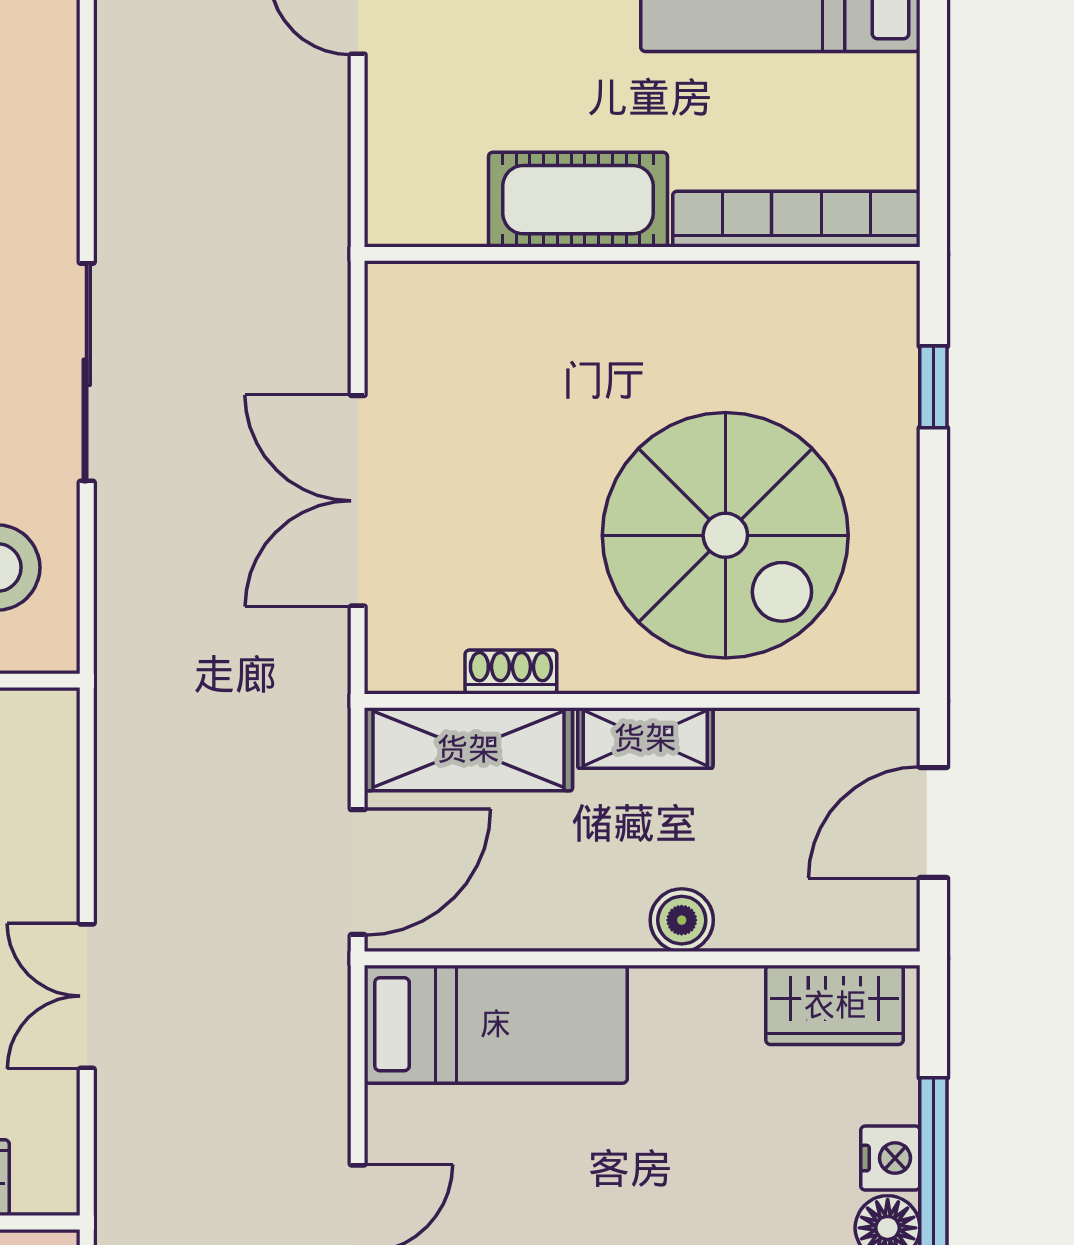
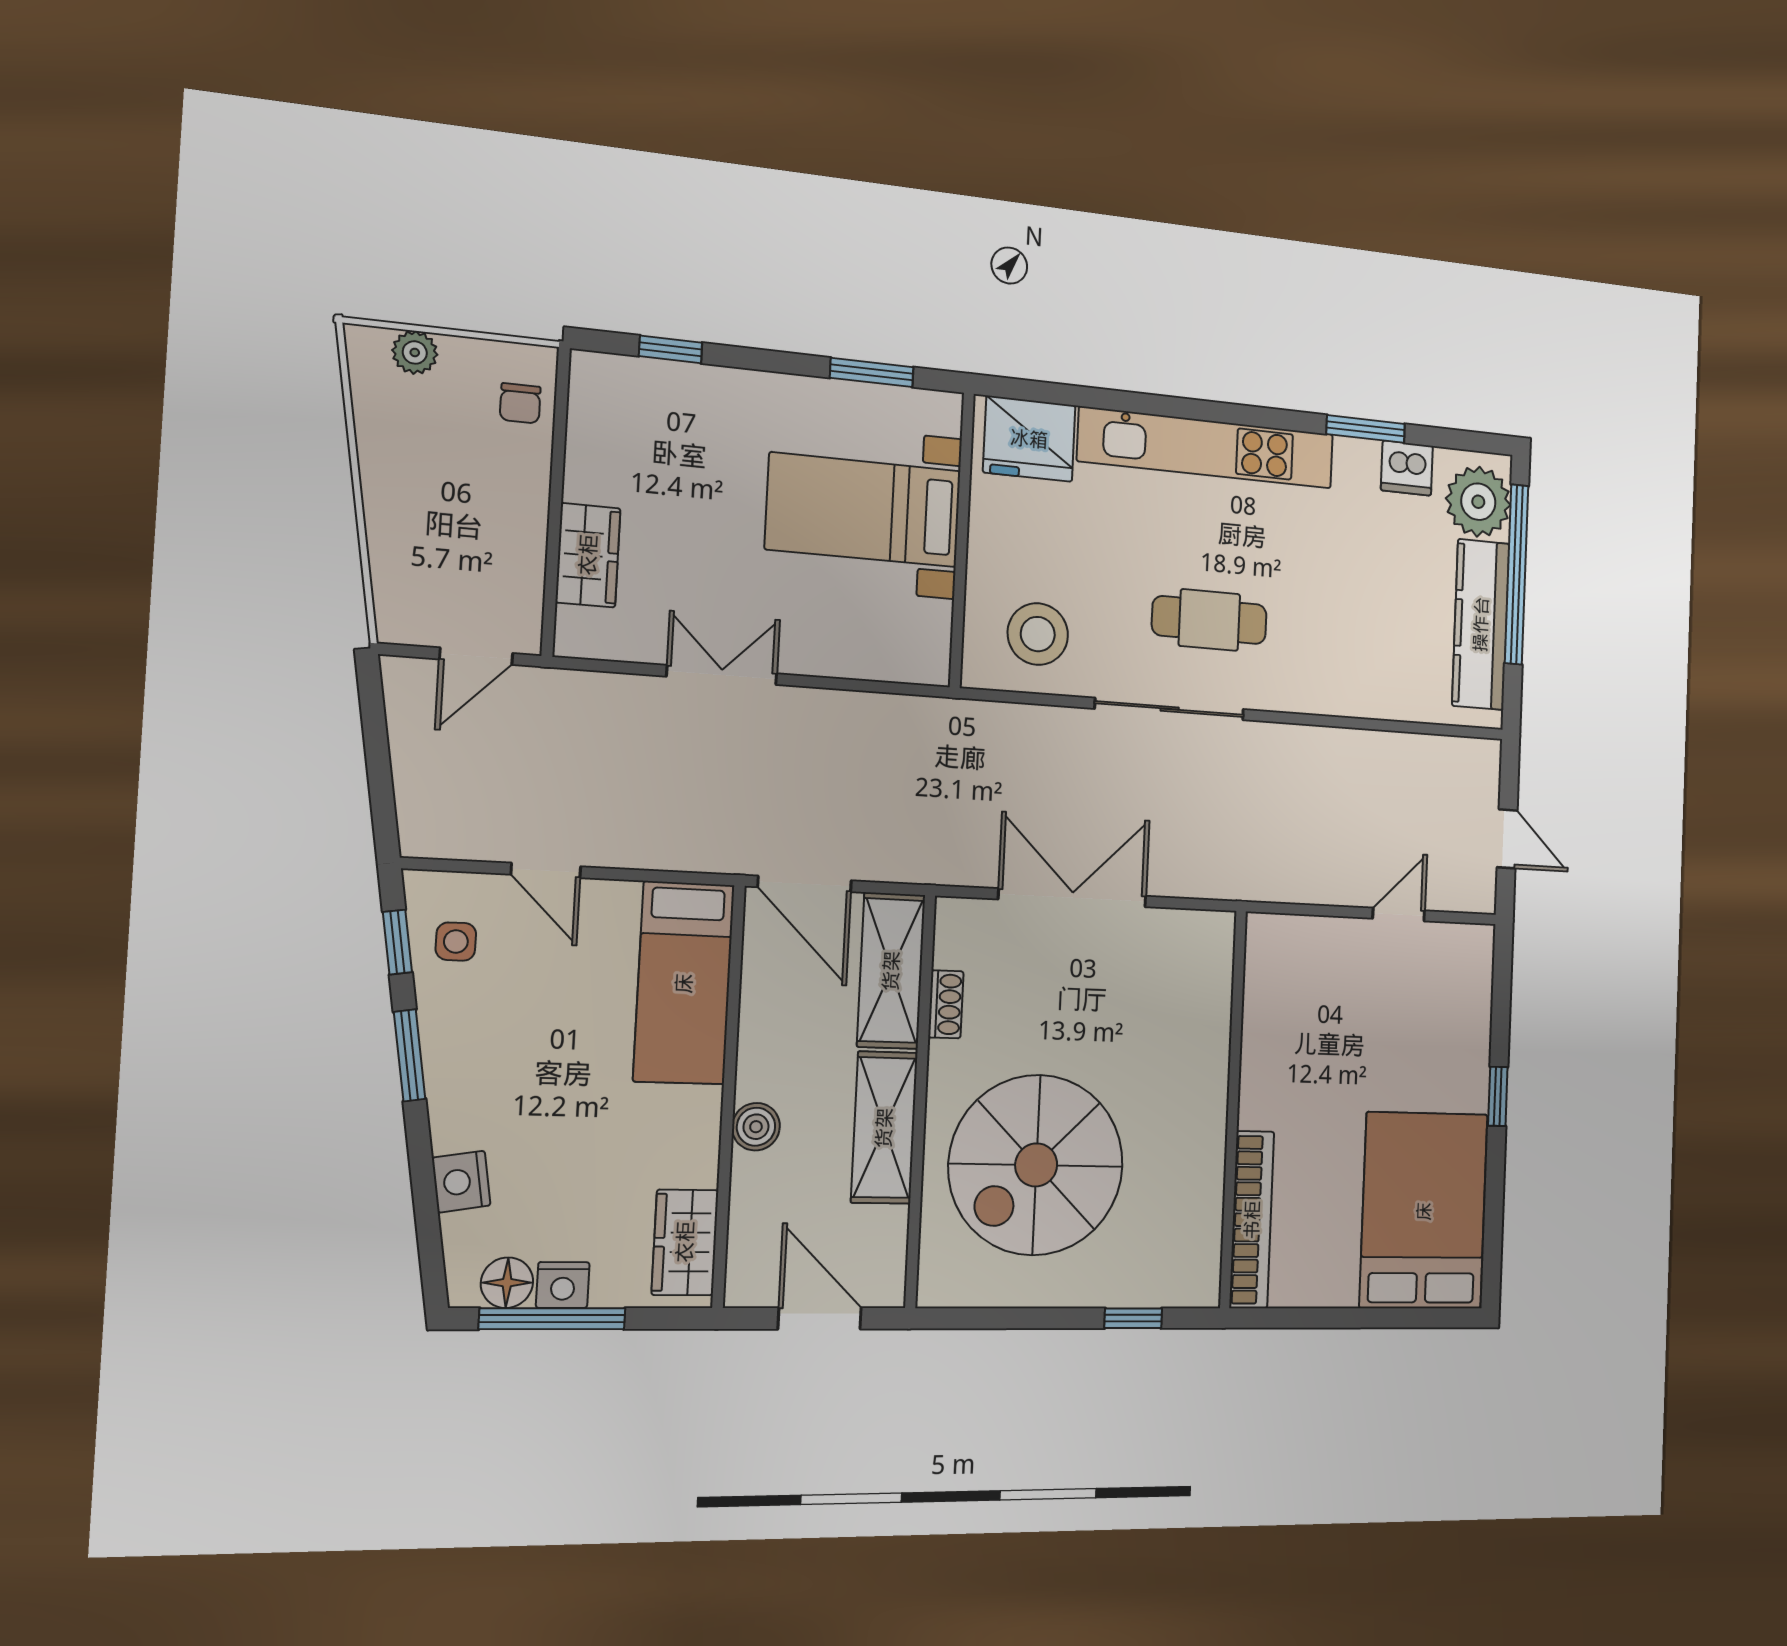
cot: (578, 200) -> (1271, 1064), removed
shelving: (645, 738) -> (884, 1128), width x1.50, depth x1.33

